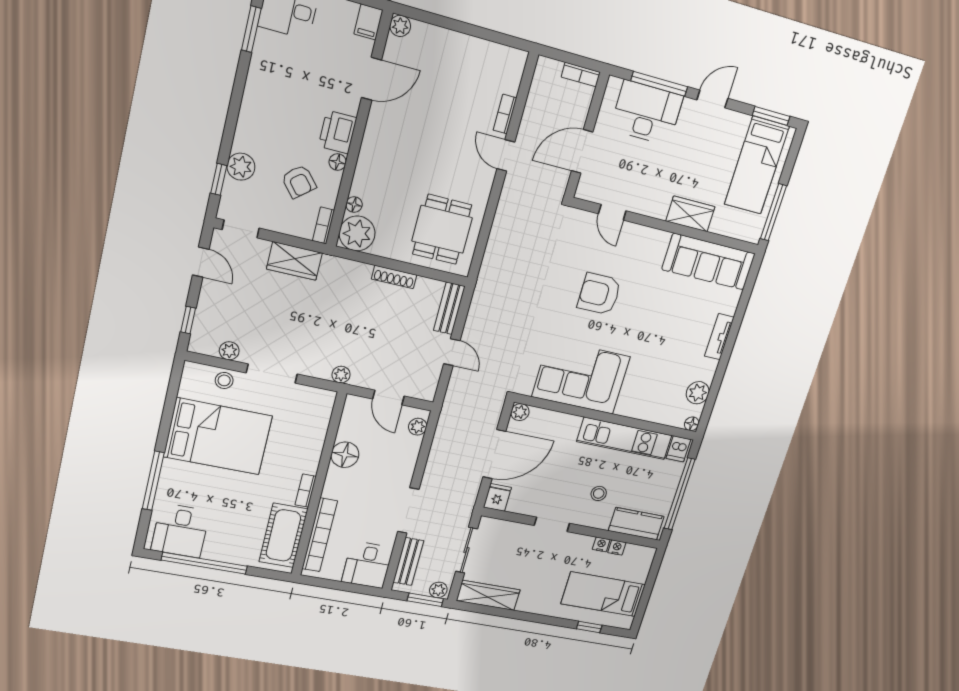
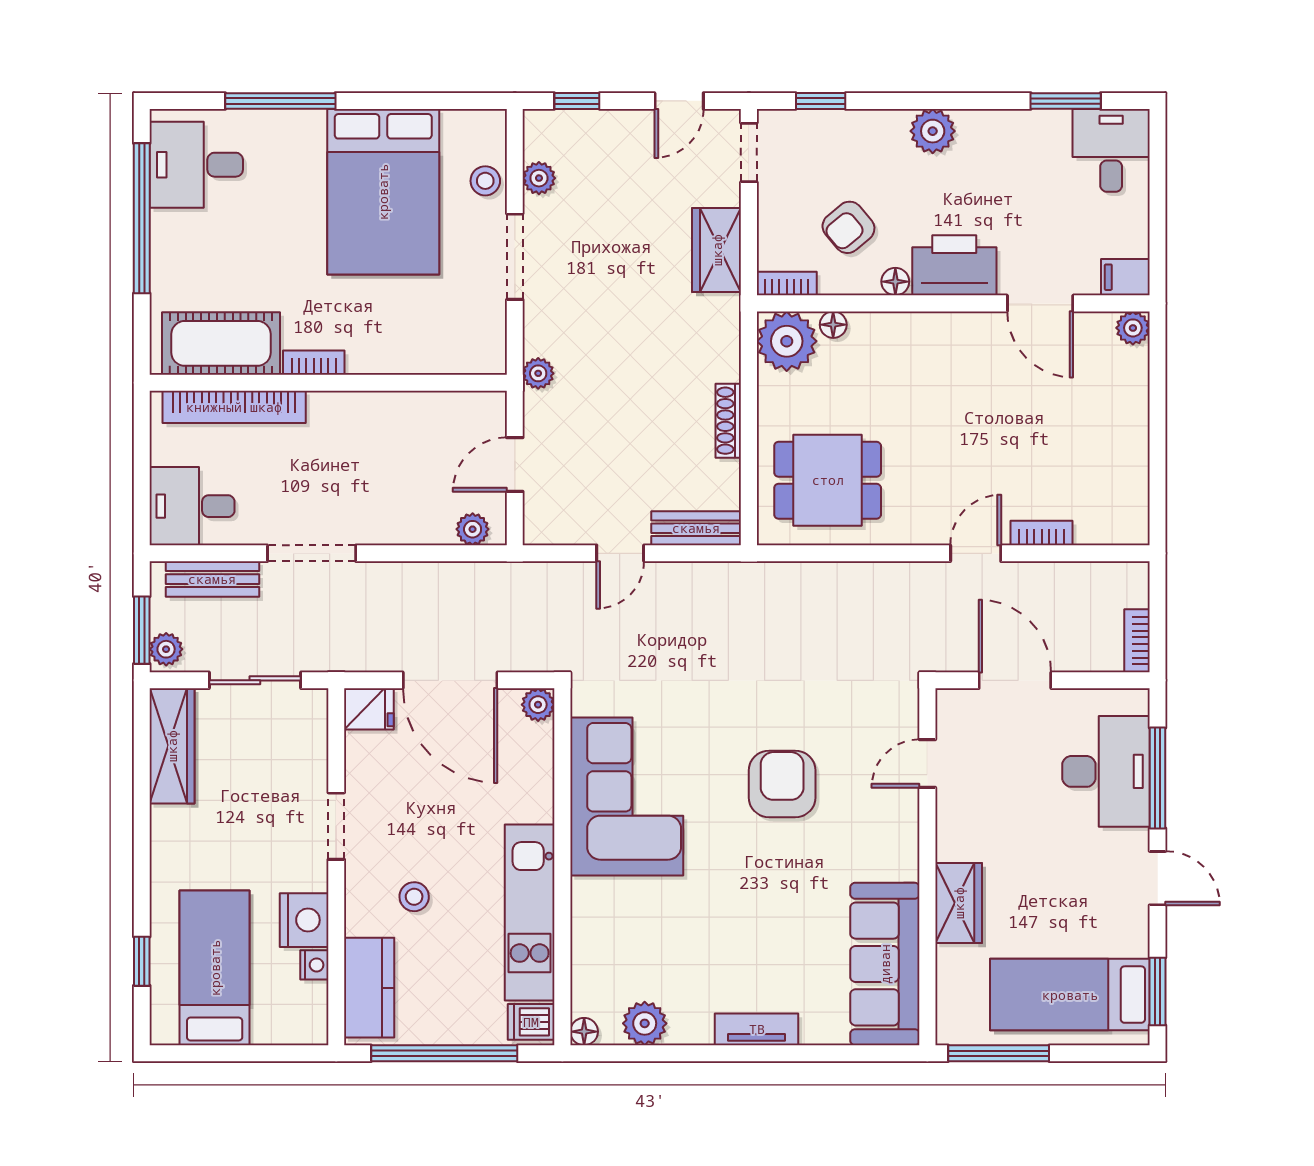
printer: (338, 132) -> (954, 265), width x1.37, depth x1.19
plant: (241, 167) -> (933, 131), moved
floor lamp: (345, 455) -> (394, 415), removed
nightstand: (601, 544) -> (304, 920), width x1.89, depth x1.79

